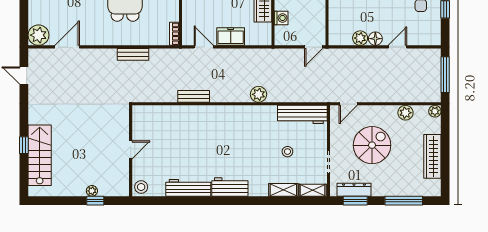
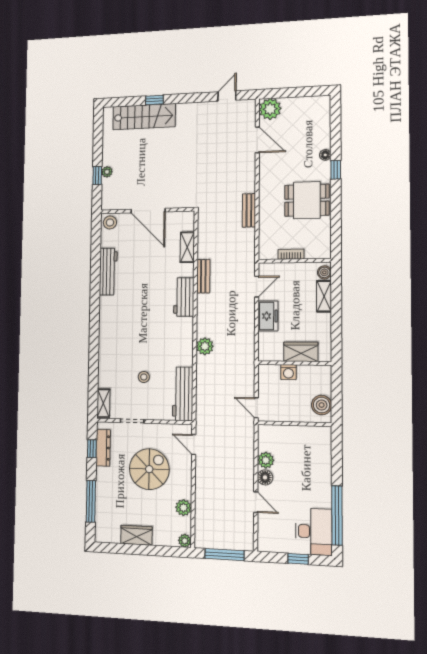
bookcase: (174, 34) -> (291, 254), moved
spiral stairs: (372, 145) -> (149, 469), turned -90
door: (131, 150) -> (148, 211), width x1.88
wardrobe: (432, 156) -> (136, 535), width x0.67
workbench: (230, 187) -> (184, 297), moved, turned 180
shelving: (283, 190) -> (187, 247), moved
window: (355, 201) -> (92, 449), width x0.67

